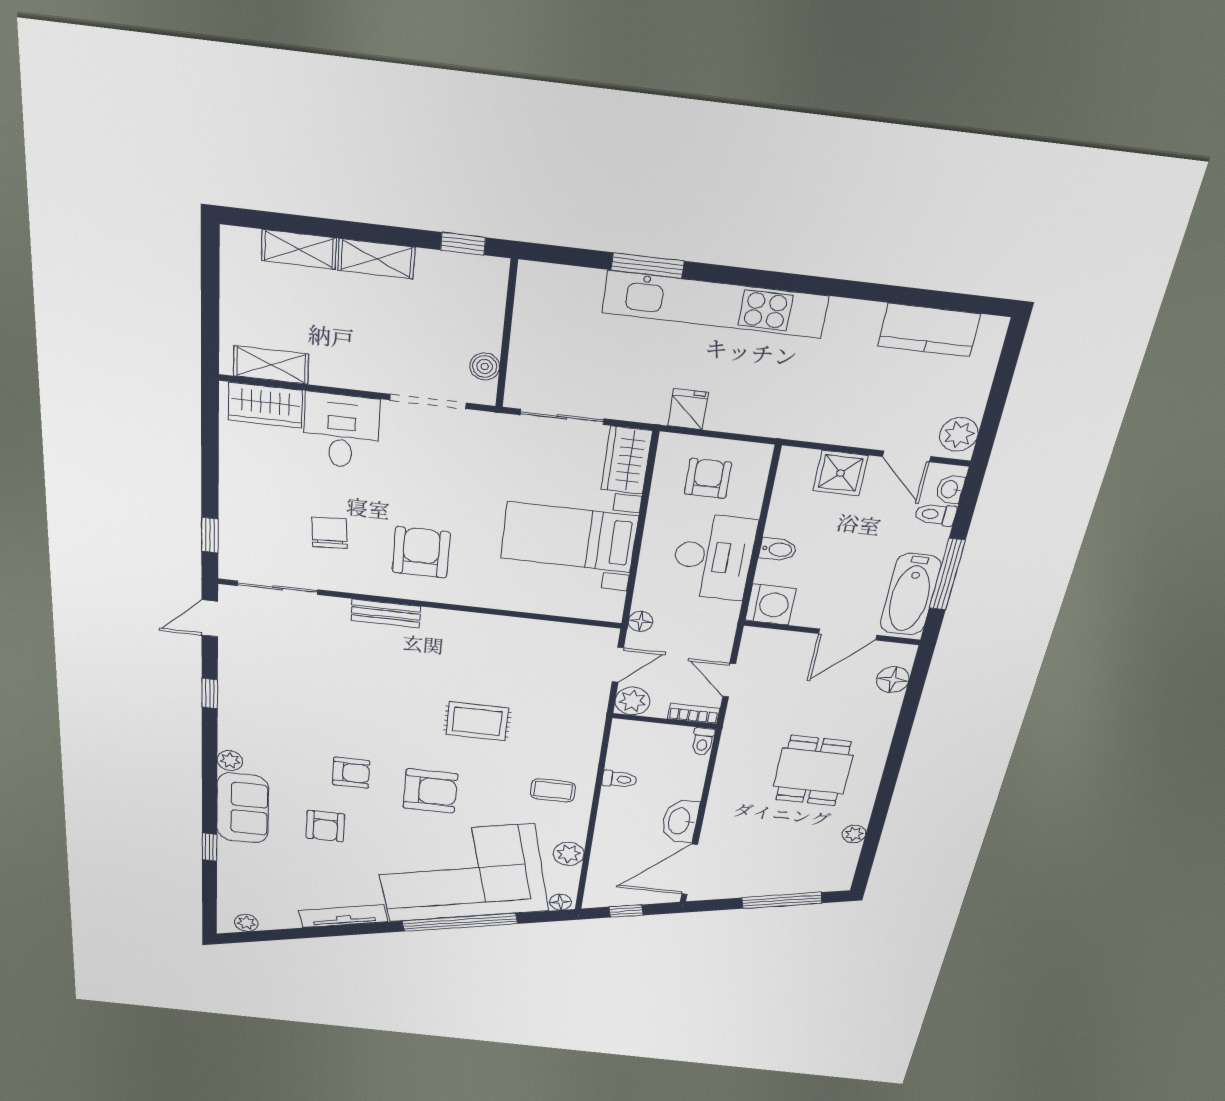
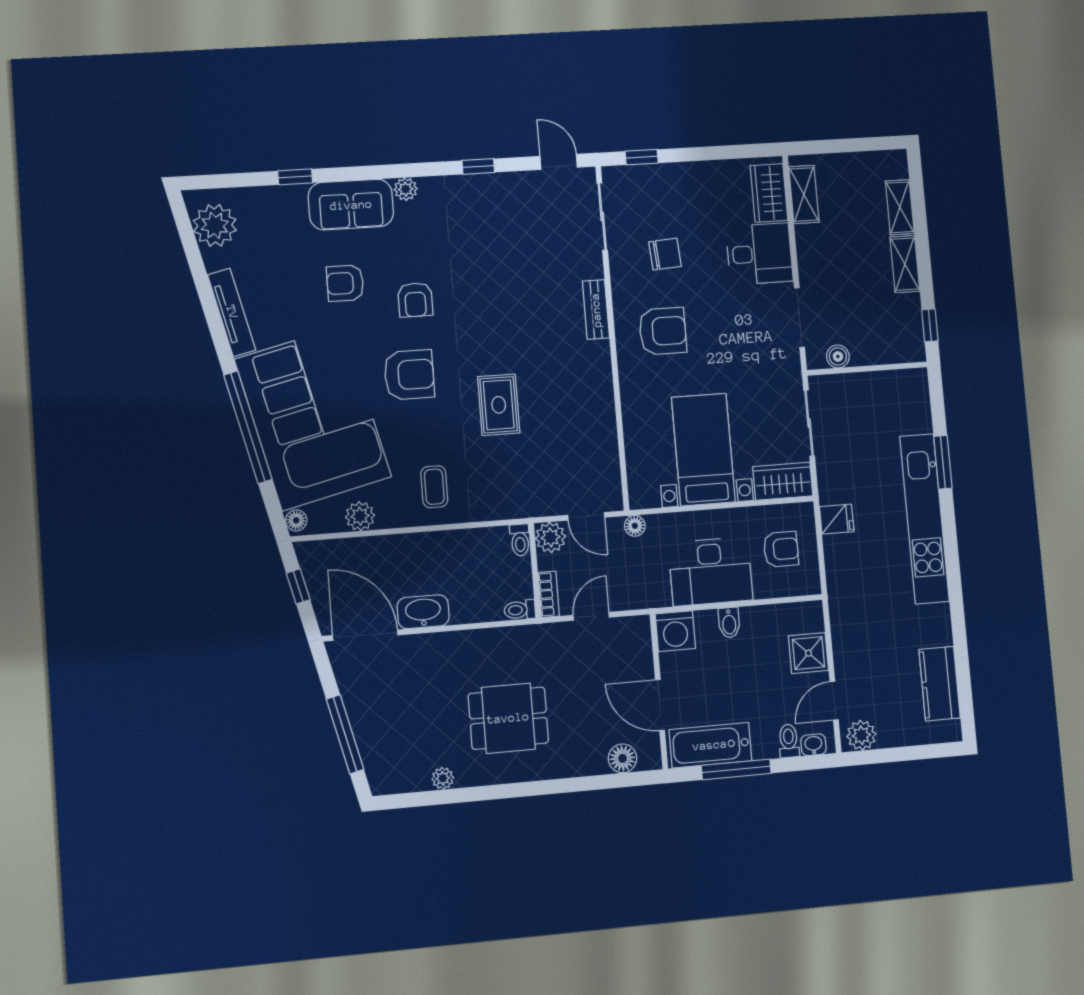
toilet: (619, 779) -> (520, 540), moved
armchair: (430, 791) -> (409, 375), turned -90
plant: (246, 923) -> (215, 225), width x1.88, depth x1.88

